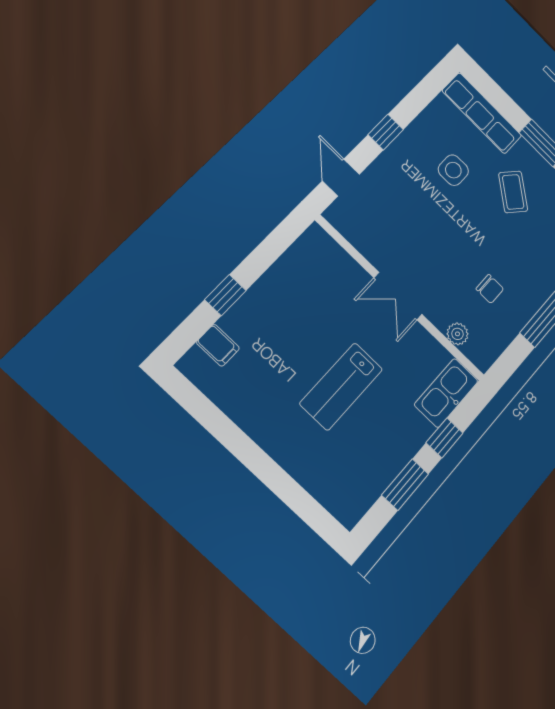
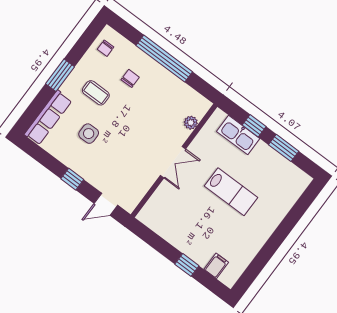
coffee table: (513, 192) -> (96, 93), turned 51
chair: (490, 289) -> (130, 78), moved
kitchen sink: (446, 393) -> (238, 135), moved

